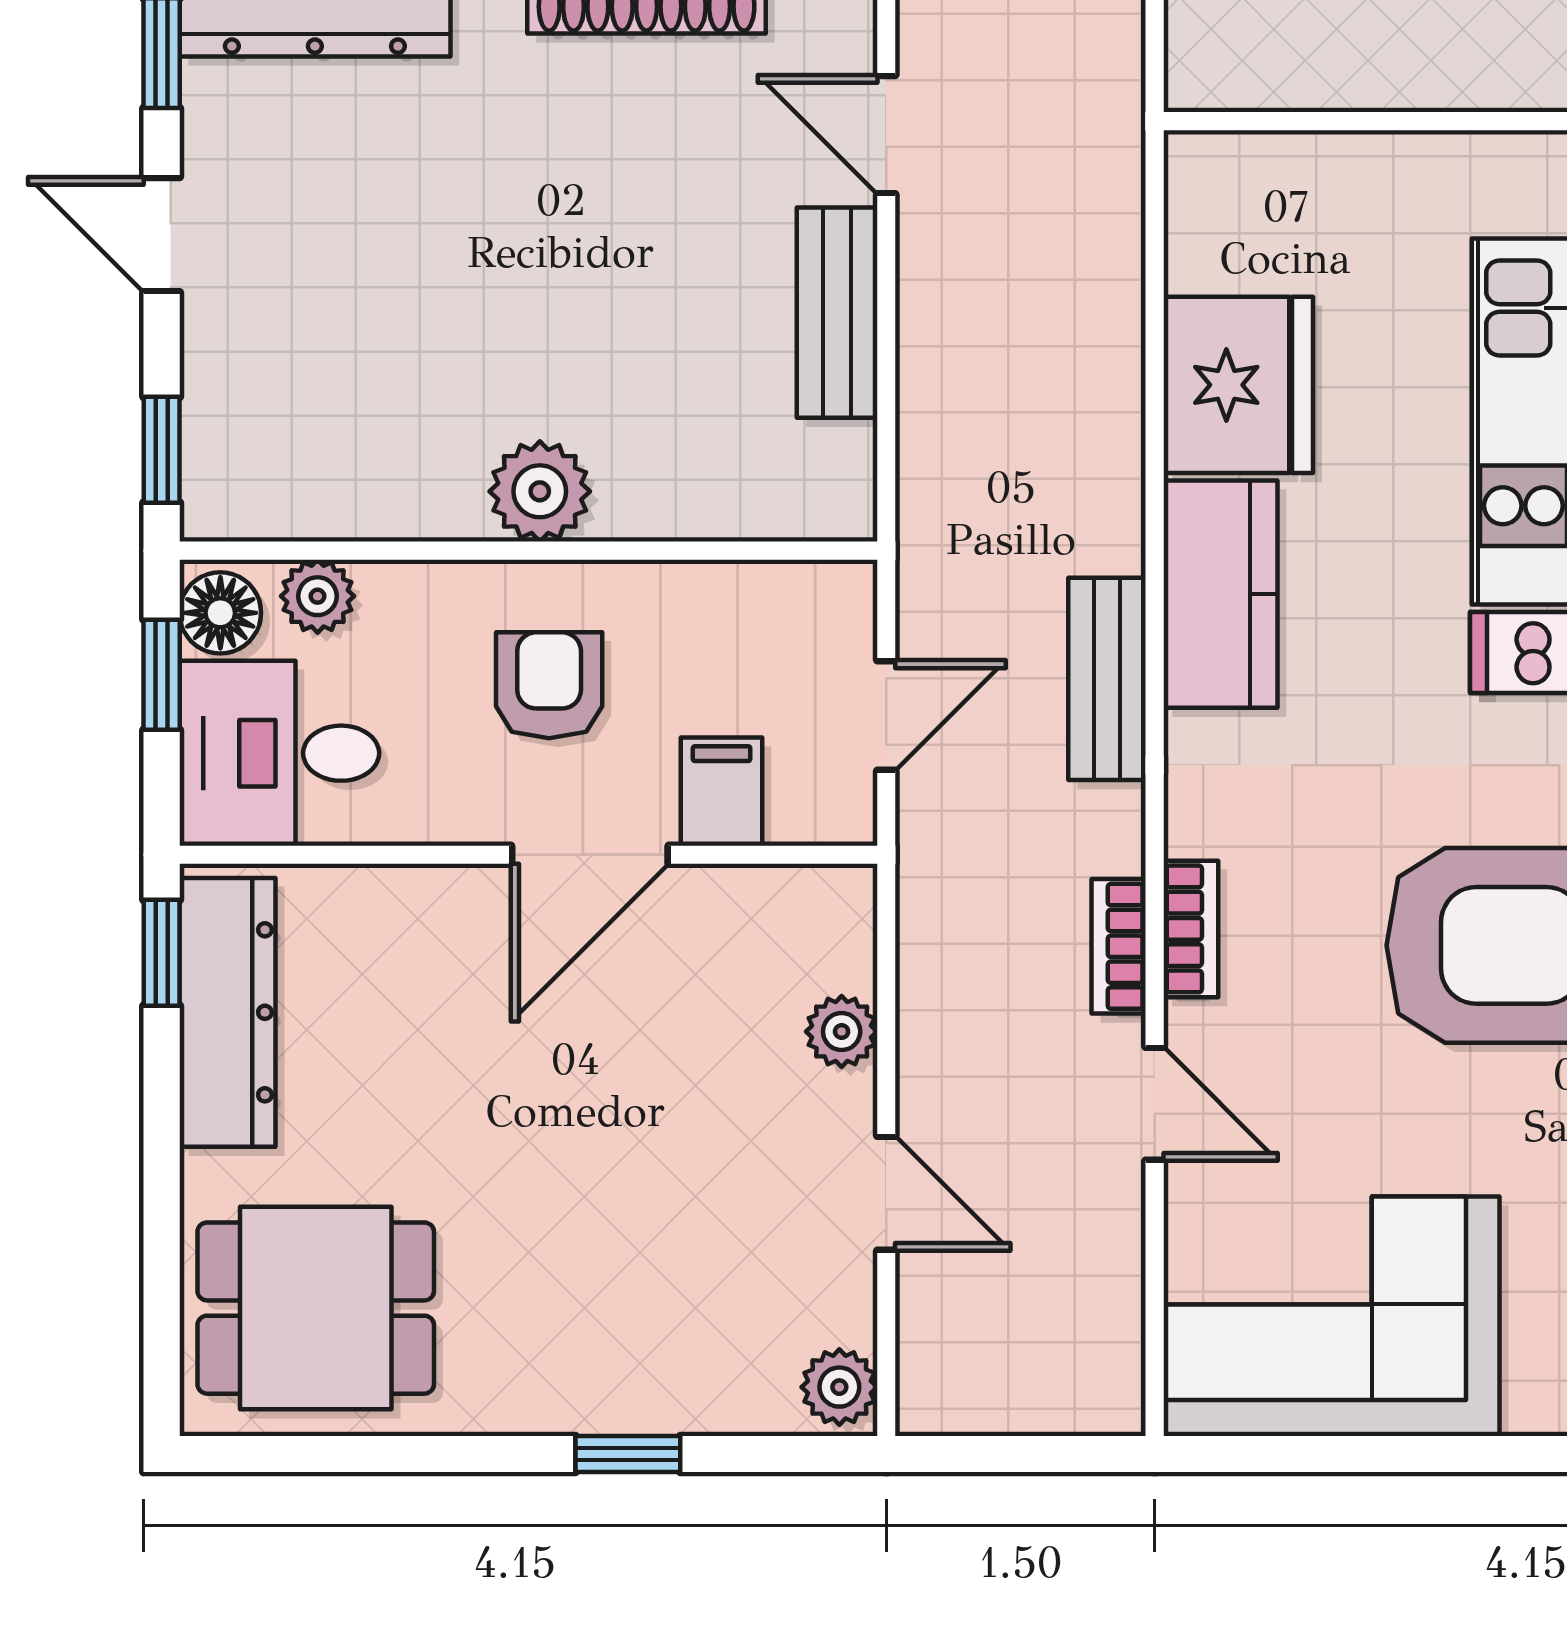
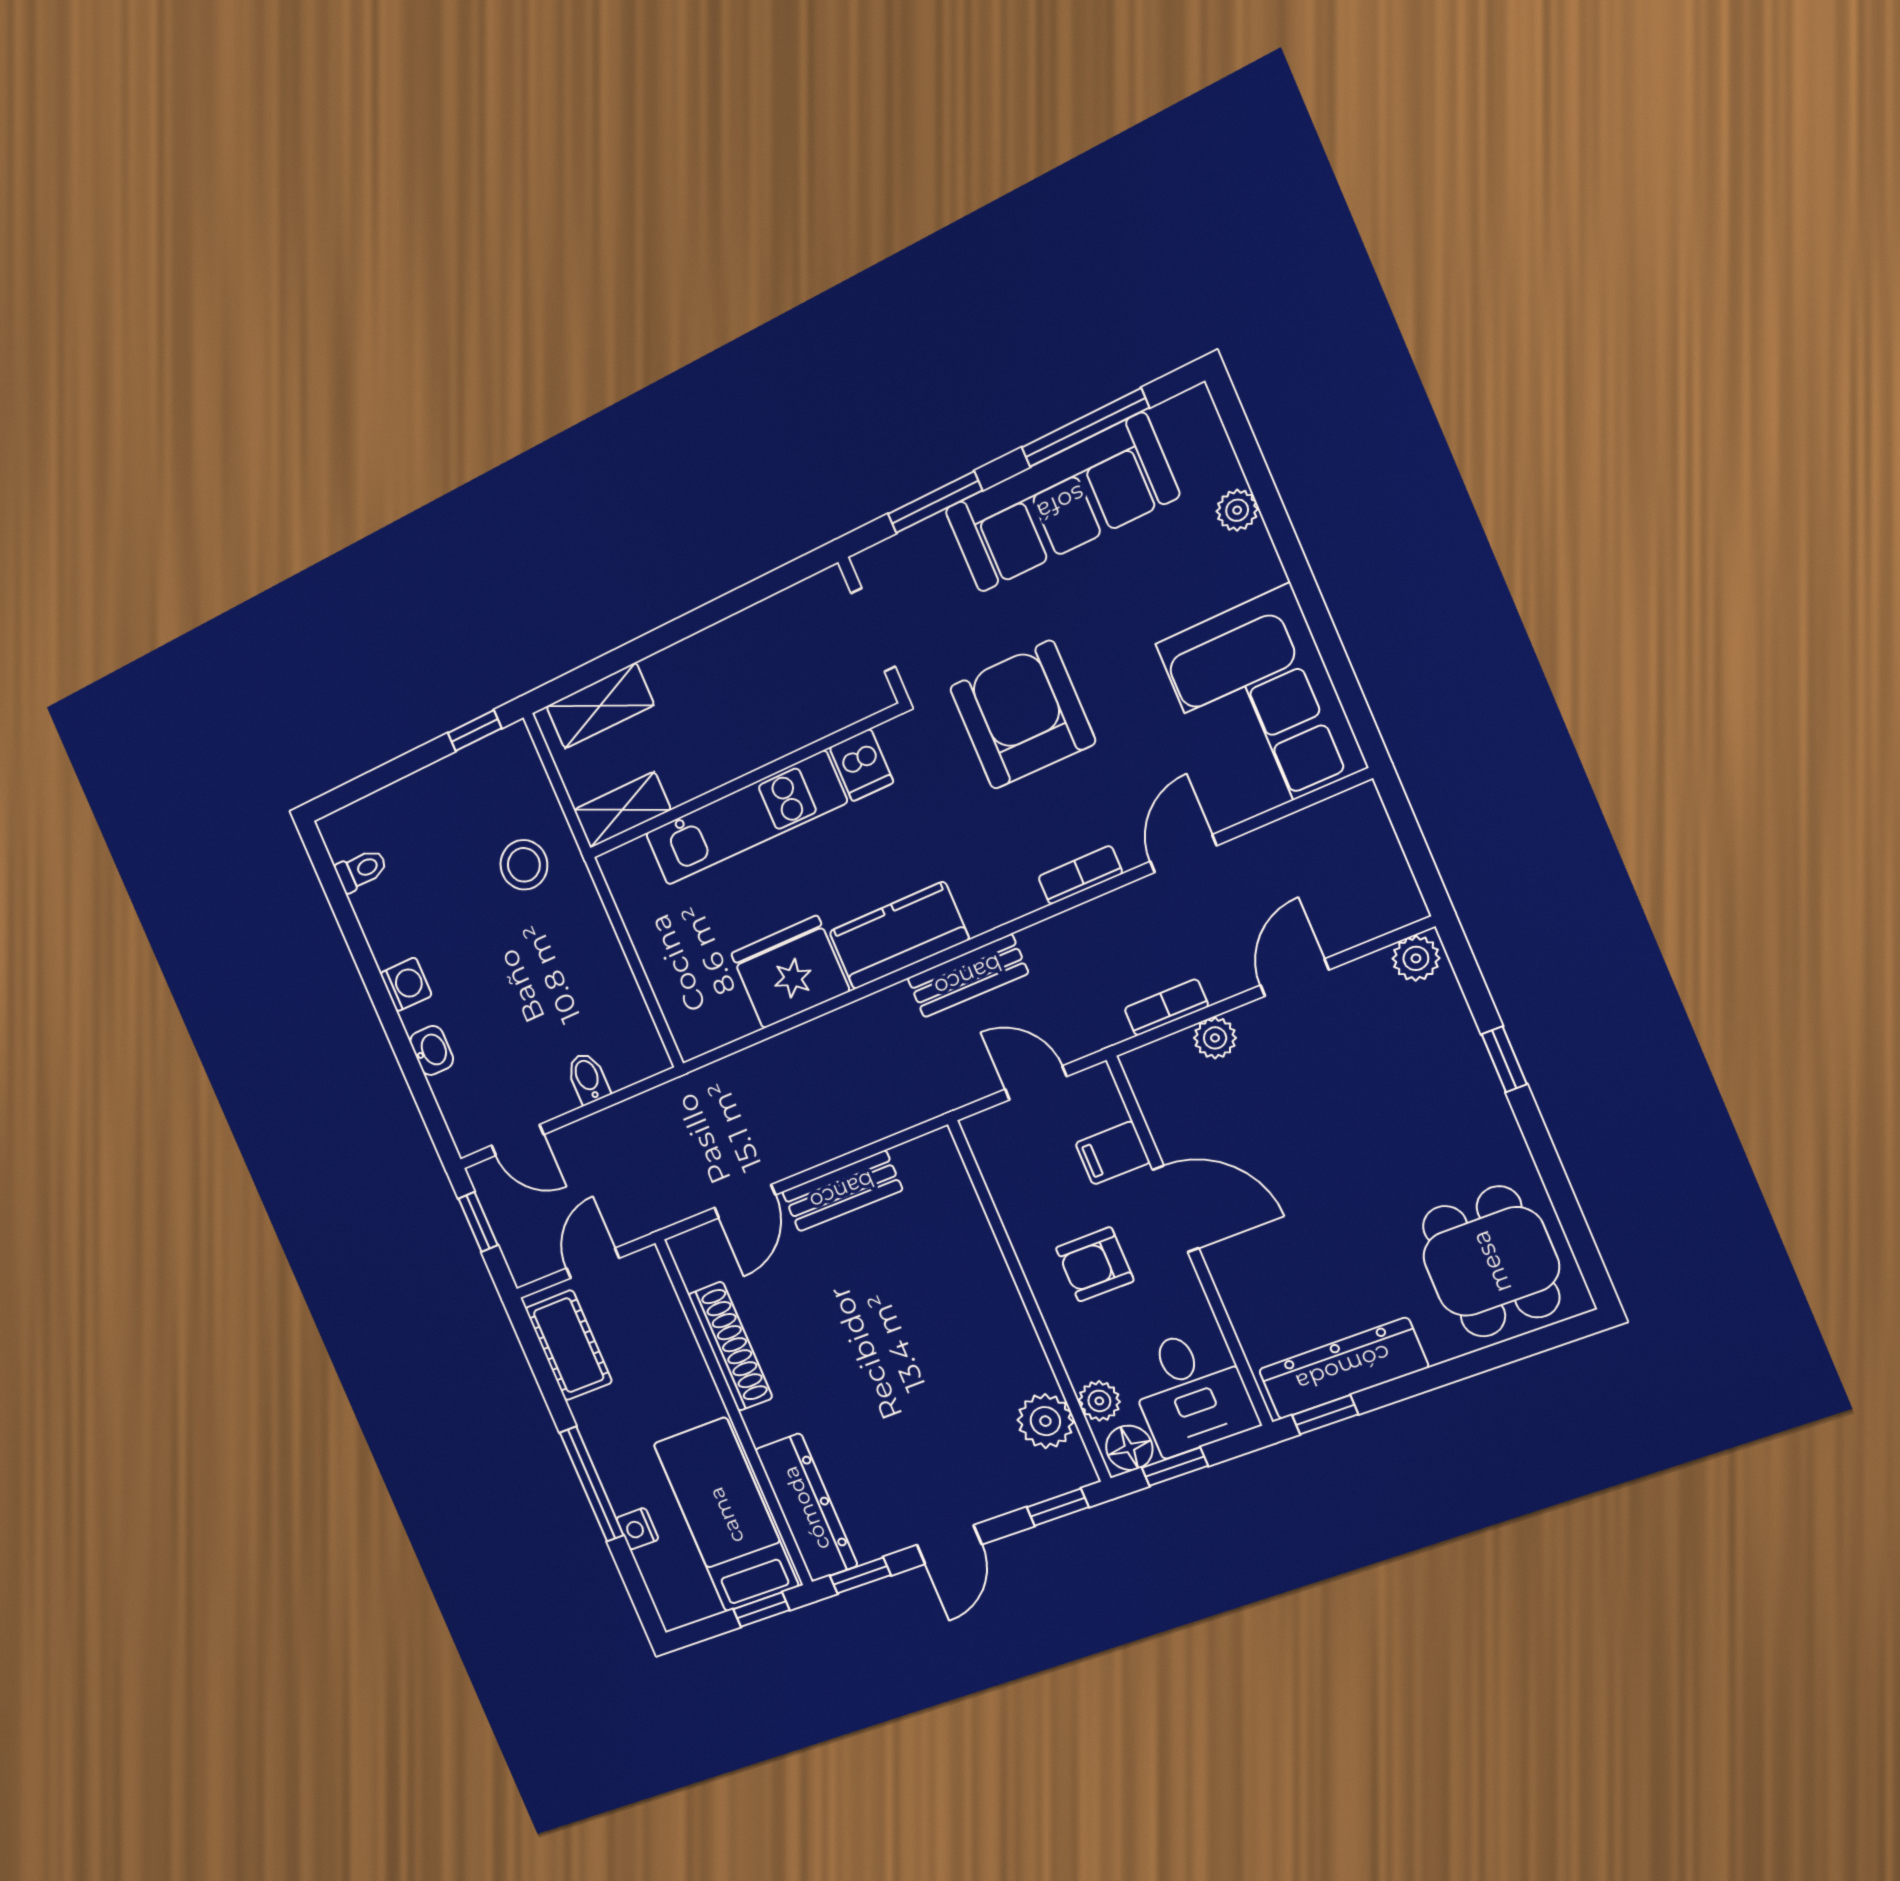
plant: (540, 491) -> (1045, 1421), moved
bookcase: (1119, 946) -> (1166, 1007), moved, turned 180

